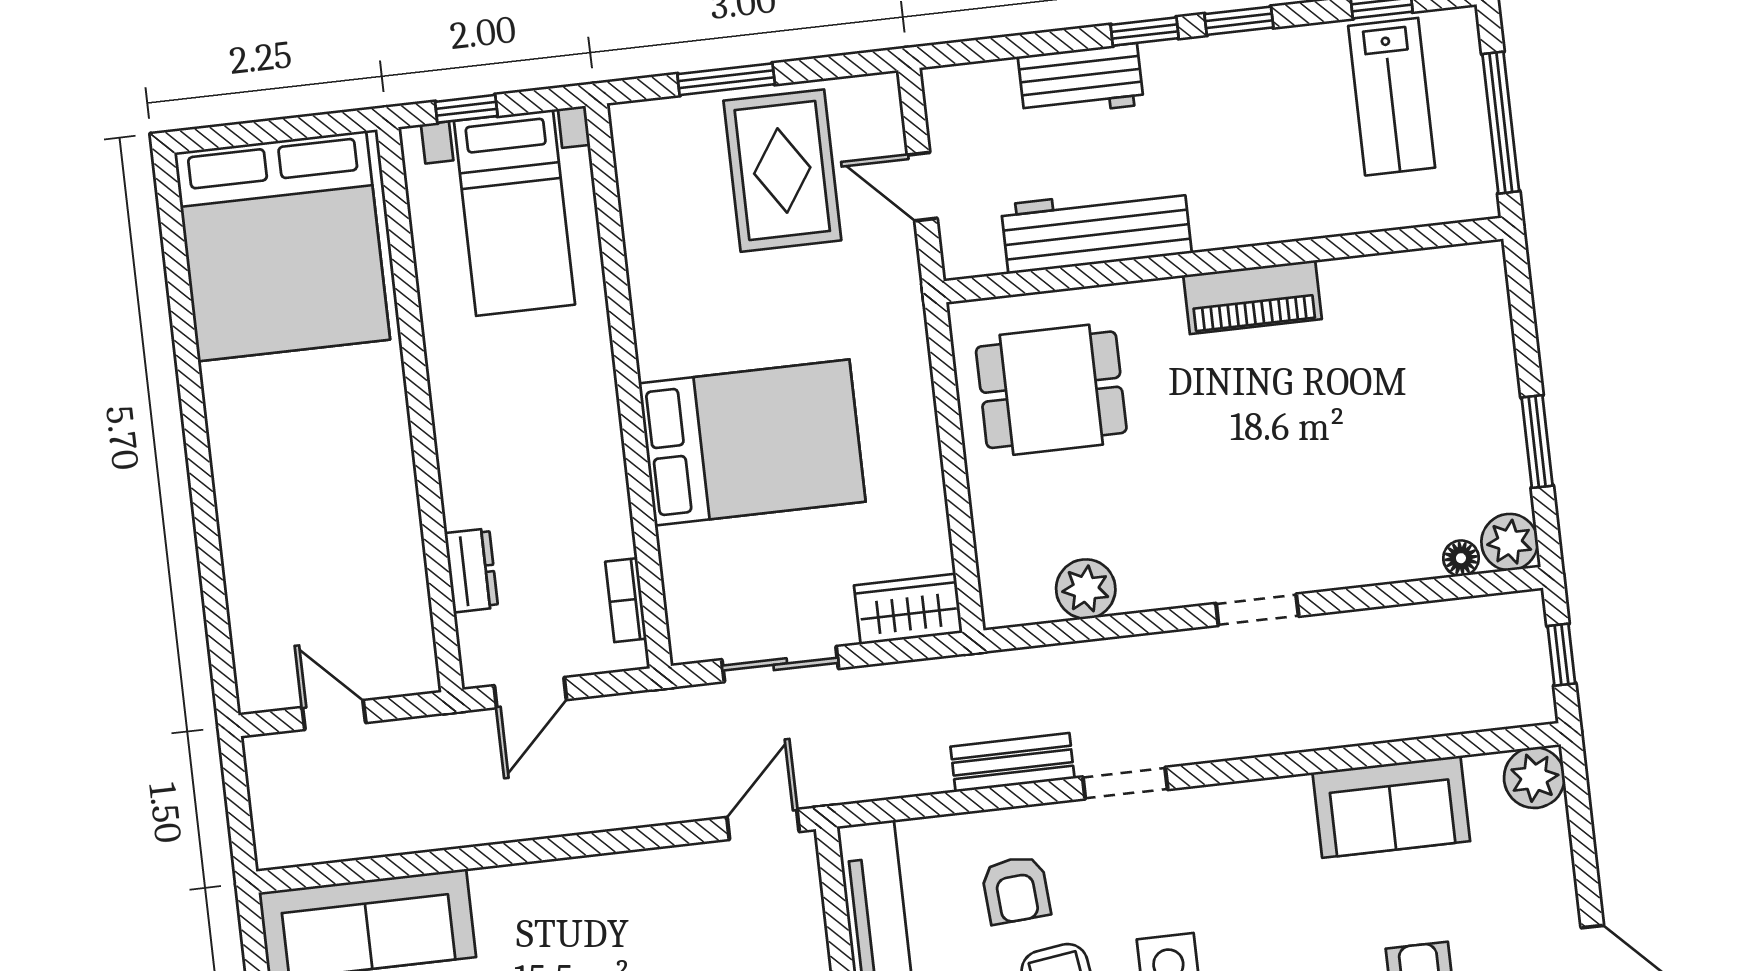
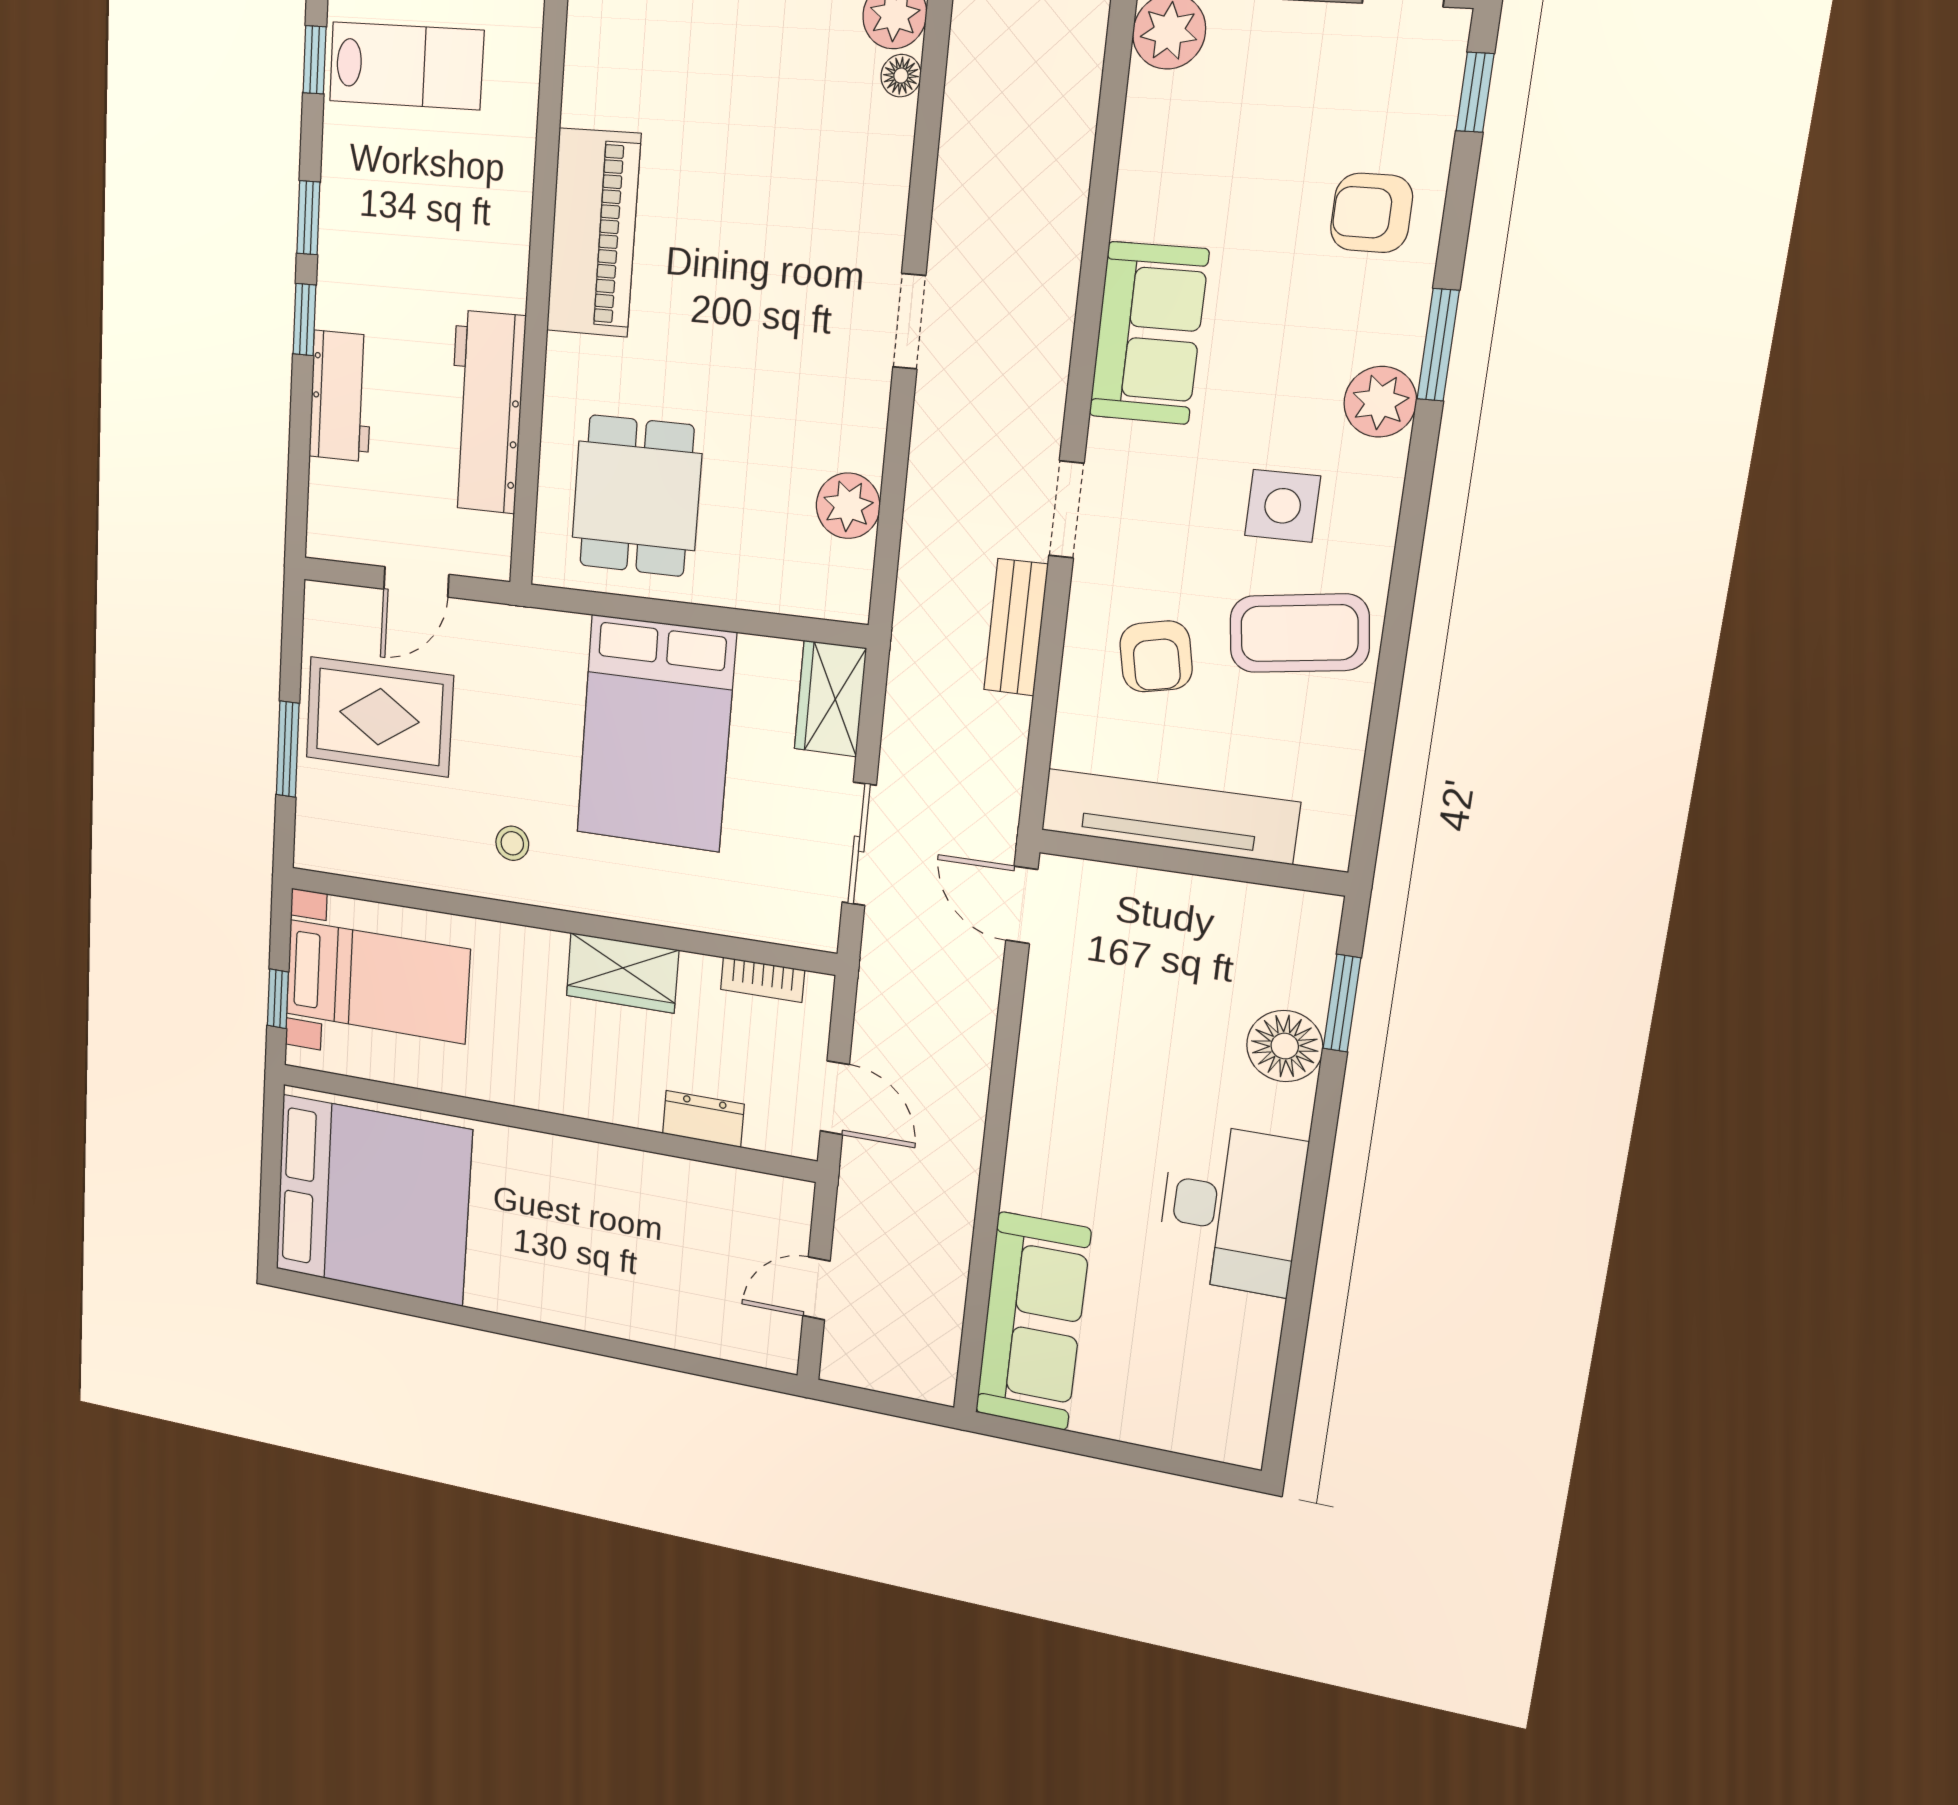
piano: (1252, 297) -> (593, 233), width x1.37, depth x1.33
stool: (692, 328) -> (512, 843), added
bed: (752, 442) -> (656, 733), moved, turned 180
wardrobe: (594, 462) -> (622, 973), added
sofa: (1391, 807) -> (1149, 333), moved
armchair: (1016, 890) -> (1156, 656), turned 82

